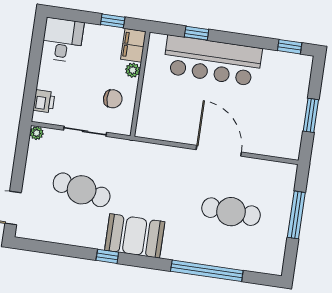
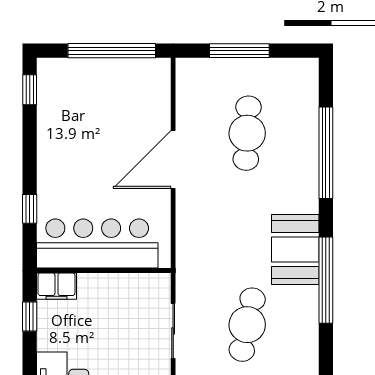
bar counter: (212, 61) -> (97, 244), moved, turned -90
plant: (133, 70) -> (88, 282), removed
chair: (113, 99) -> (127, 302), removed
window: (311, 115) -> (112, 51), width x2.11
window: (107, 256) -> (326, 280), width x3.17

